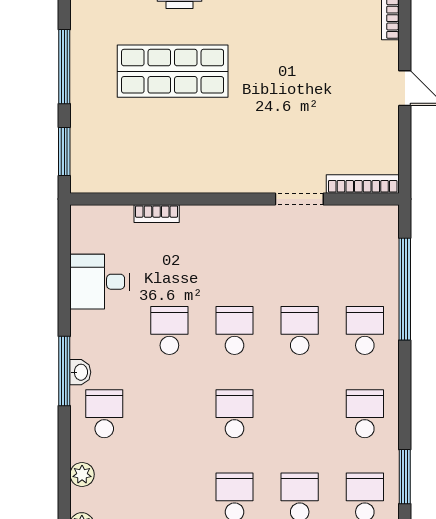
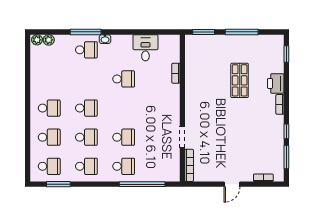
shop shelf: (173, 71) -> (240, 80), width x0.70, depth x0.74
school desk: (235, 330) -> (86, 137), moved
window: (64, 371) -> (86, 32), moved
plant: (82, 474) -> (49, 40), moved

